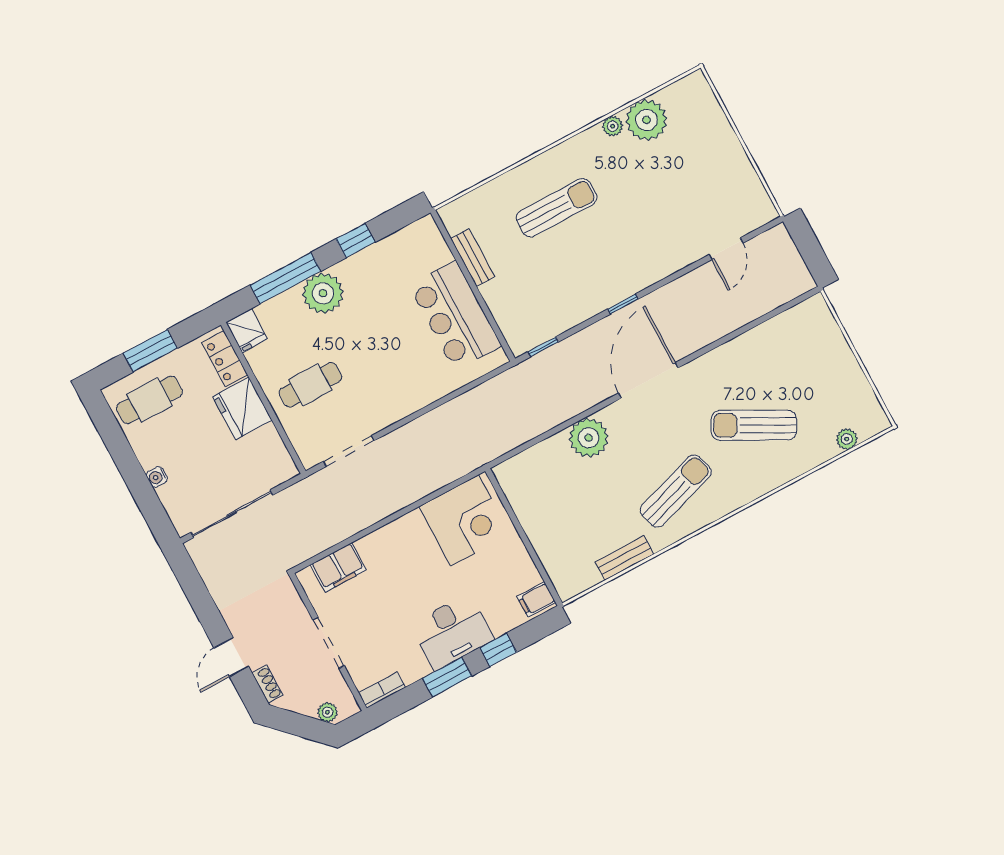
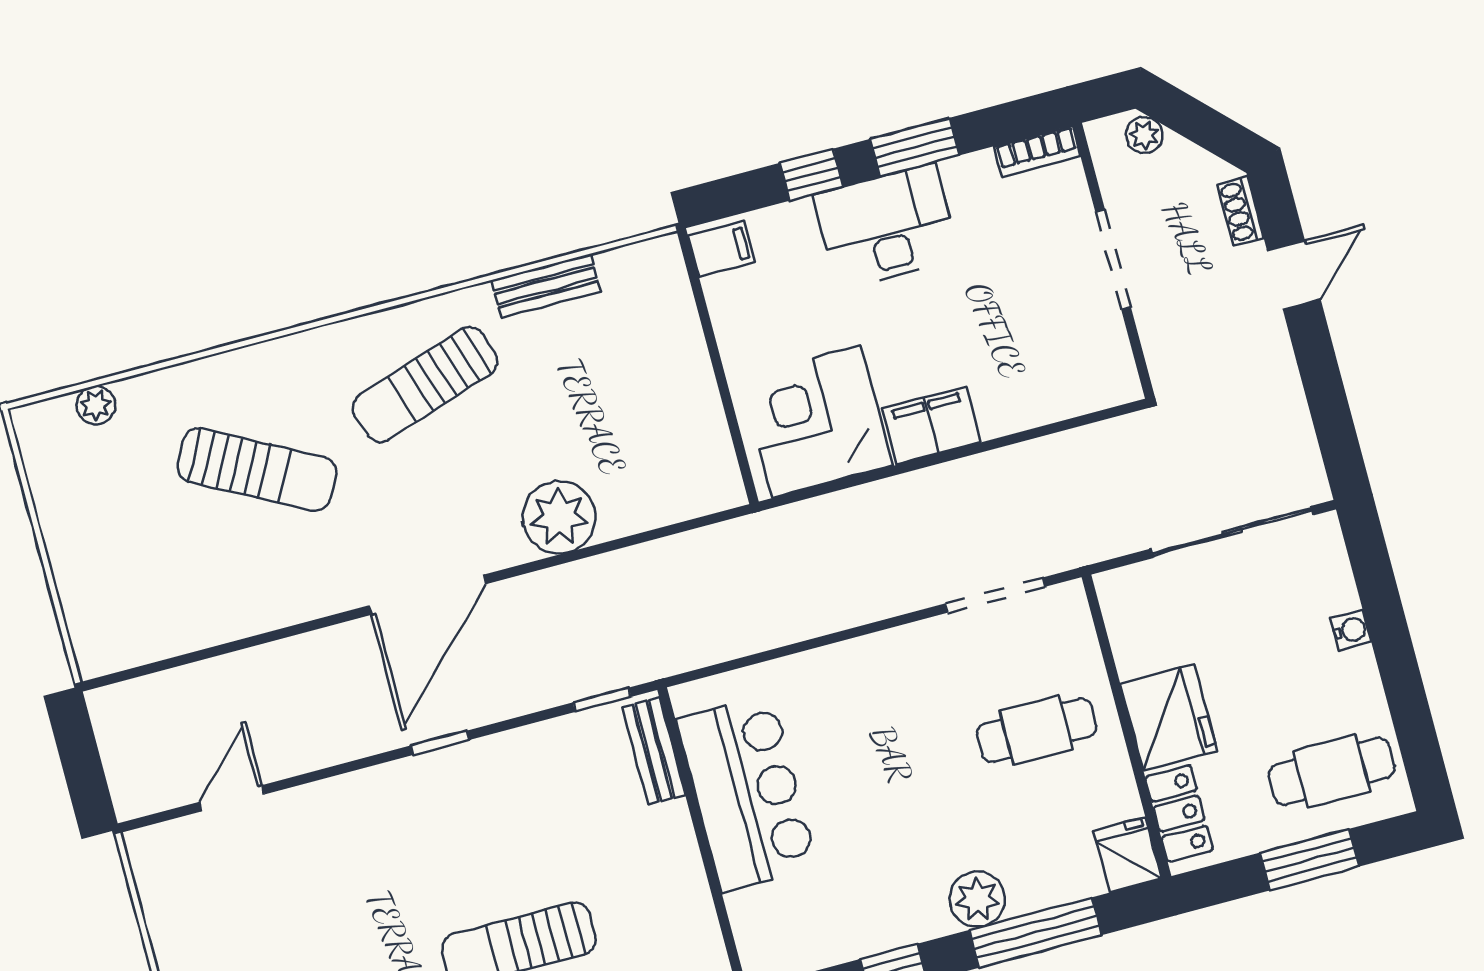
bench: (473, 258) -> (654, 751), moved
plant: (323, 293) -> (977, 899), width x0.73, depth x0.73
filing cabinet: (338, 567) -> (932, 426), moved

